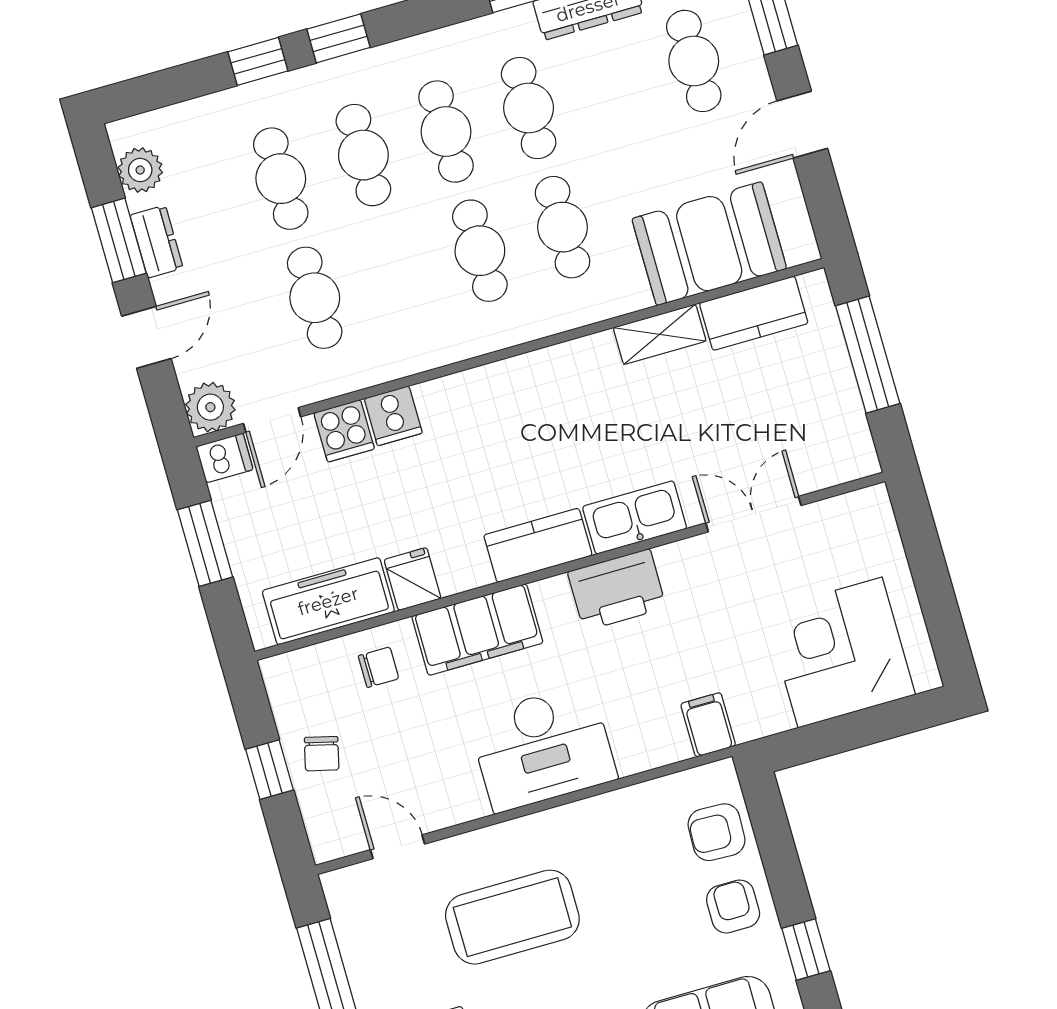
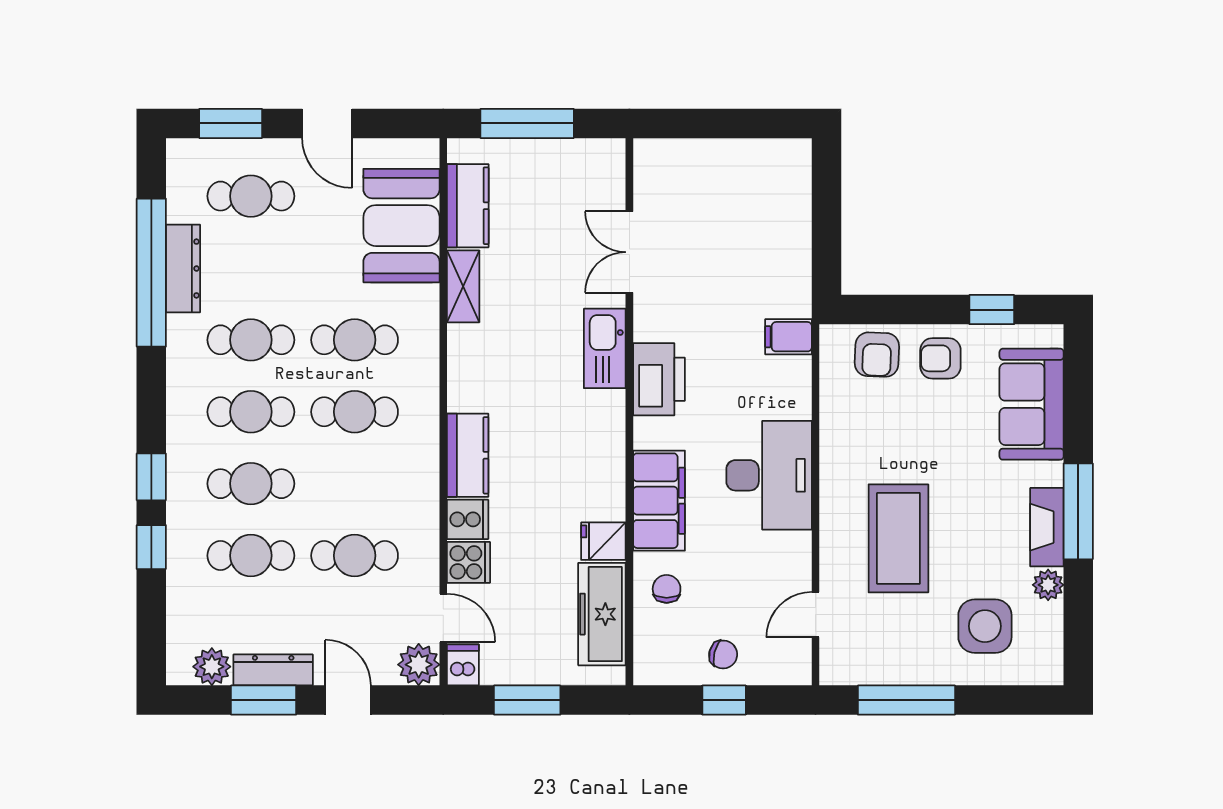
dresser: (157, 242) -> (273, 670), width x1.44
kitchen counter: (538, 545) -> (468, 455), moved, turned 180
corner desk: (840, 653) -> (761, 214), removed

